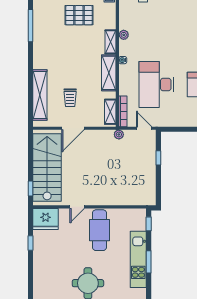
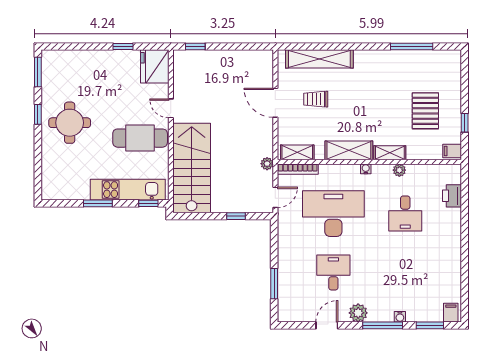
desk: (156, 30) -> (405, 214), added
stairs: (47, 168) -> (192, 168), moved, turned -90
kitchen unit: (138, 259) -> (128, 190), moved

